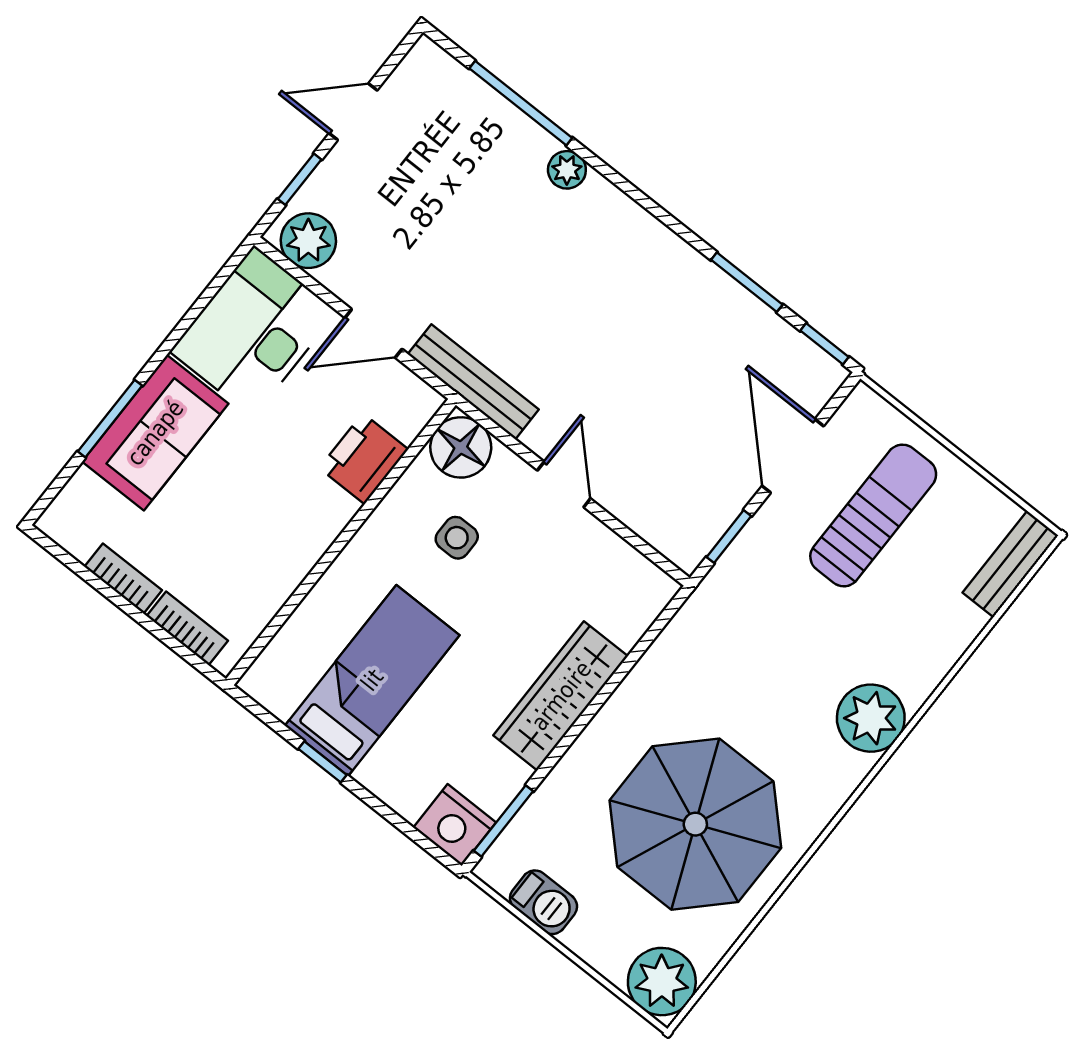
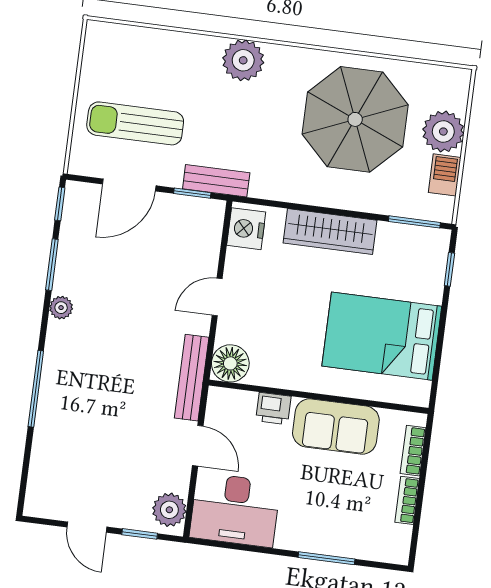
window: (521, 103) -> (36, 389), moved
plant: (567, 170) -> (61, 308), moved
sofa: (155, 433) -> (336, 427), moved, turned 180
printer: (364, 459) -> (273, 408), width x0.73, depth x0.81
side table: (457, 538) -> (279, 337), removed
bench: (1010, 564) -> (216, 181), moved
bed: (372, 680) -> (382, 336), width x1.50
window: (322, 762) -> (449, 269), moved
nightstand: (455, 825) -> (246, 229), moved, turned 180
plant: (662, 982) -> (443, 132), moved

